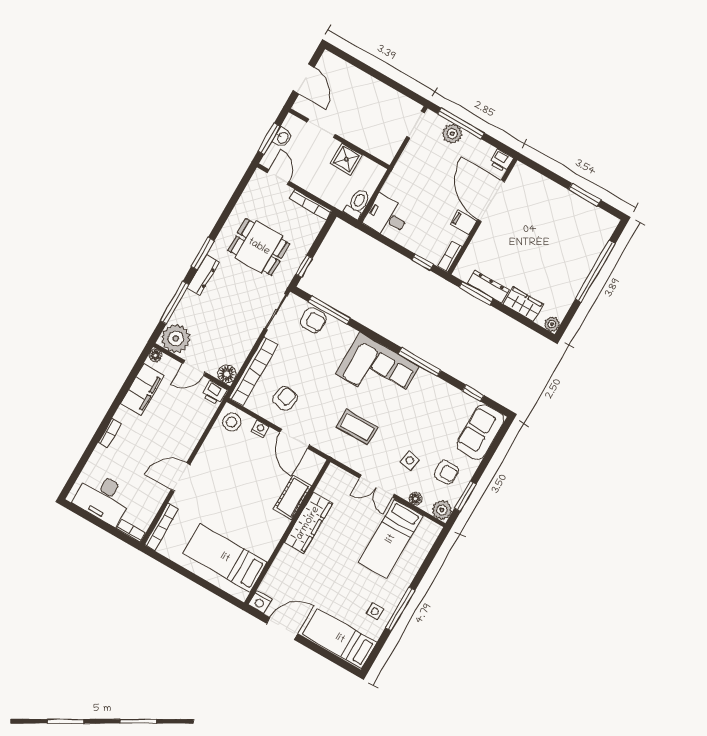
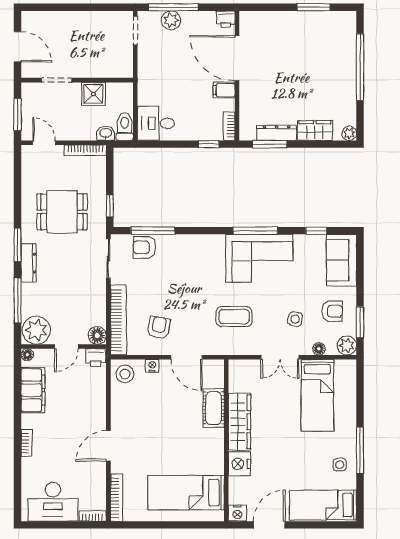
washbasin: (282, 138) -> (106, 133), moved, turned -90
armchair: (313, 320) -> (144, 247), turned 180
corner sofa: (377, 370) -> (259, 258), moved
nightstand: (287, 560) -> (239, 464), added

